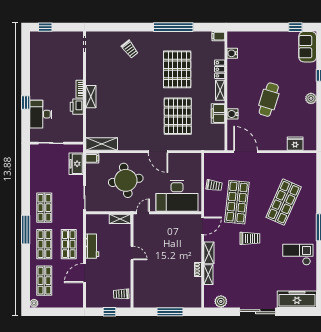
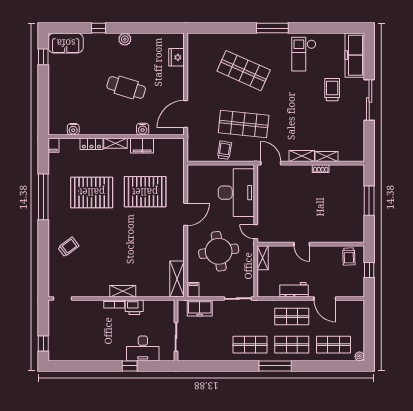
trolley: (250, 238) -> (332, 90), moved
door: (132, 253) -> (302, 244), swing flipped
plant: (221, 301) -> (357, 142), removed

